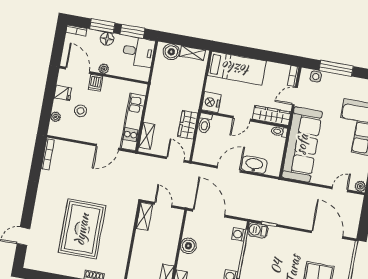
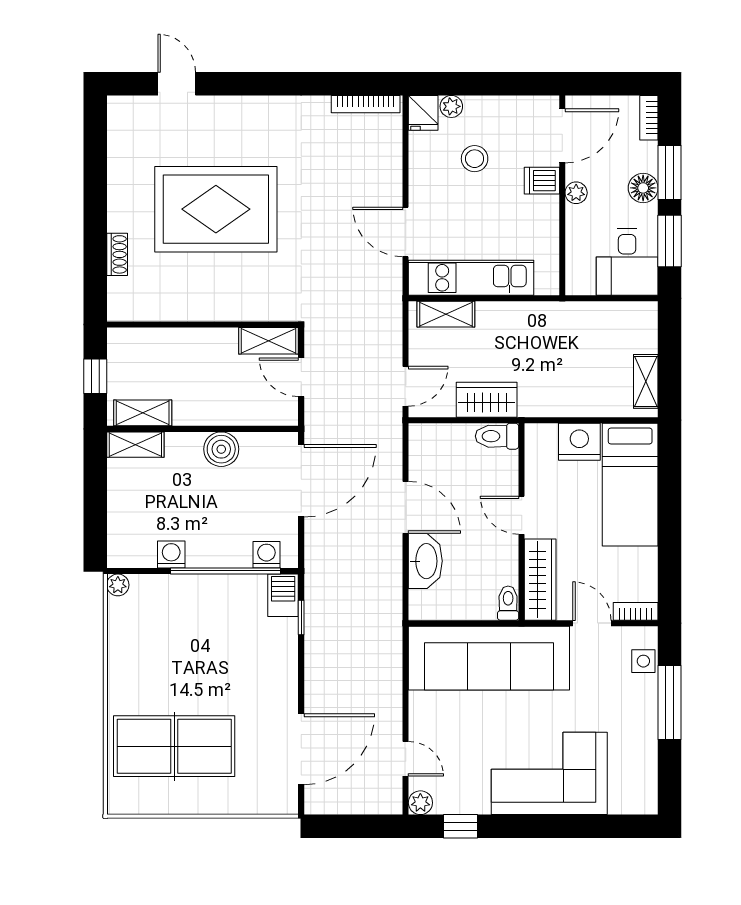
boiler: (171, 52) -> (640, 334), removed
fridge: (63, 93) -> (423, 113), moved
nightstand: (211, 102) -> (579, 442), moved
door: (163, 205) -> (301, 377), swing flipped

